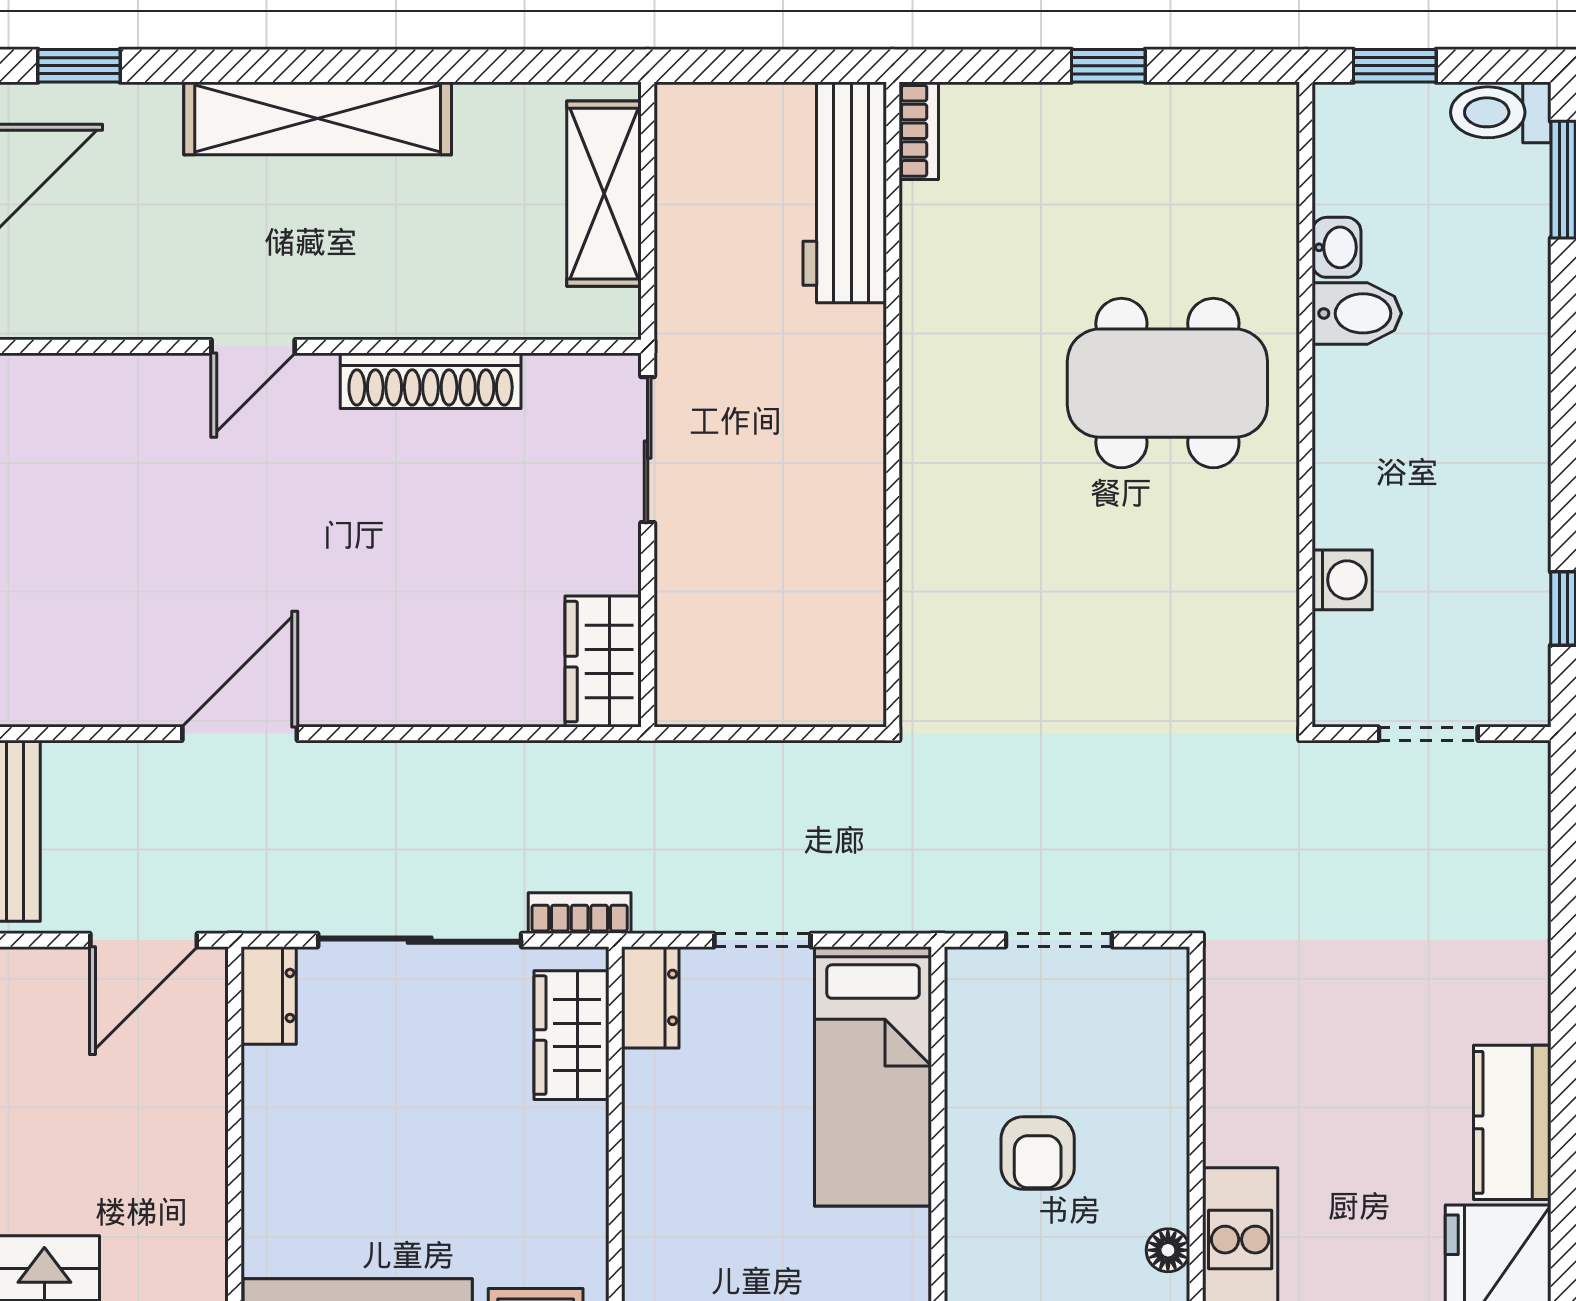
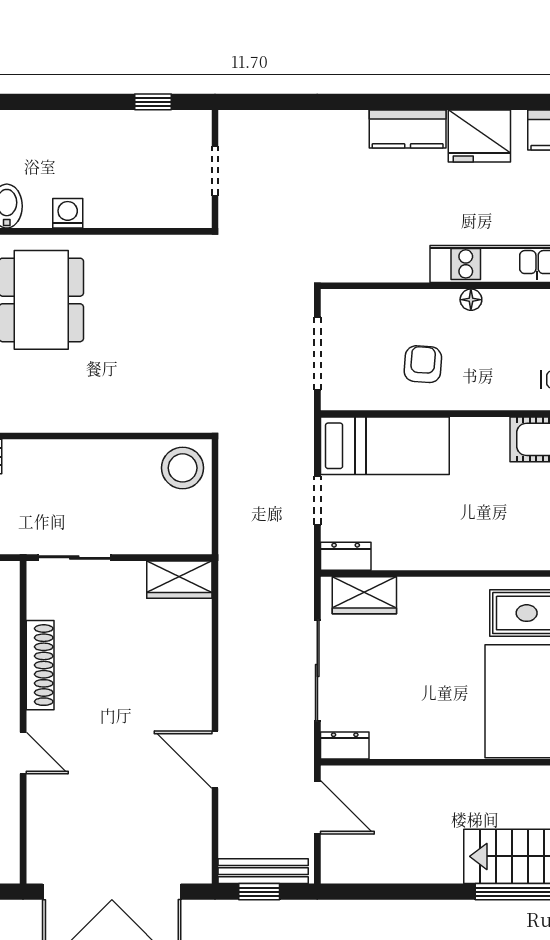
washing machine: (1342, 580) -> (68, 213), moved
stool: (828, 668) -> (183, 468), added
bookcase: (580, 913) -> (304, 591), removed
doorway: (1059, 940) -> (317, 354), width x1.38
armchair: (1038, 1153) -> (423, 364), turned -86

